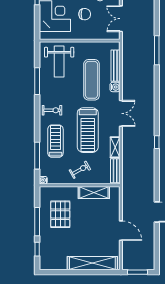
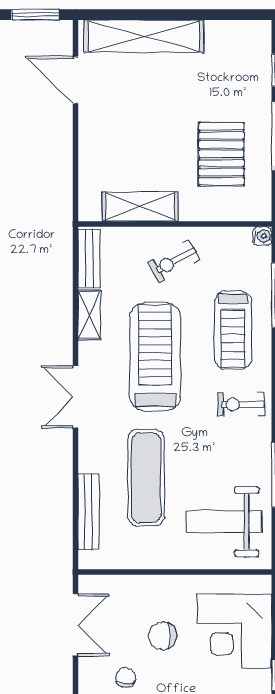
weight bench: (59, 62) -> (224, 522), turned -90
water cooler: (115, 87) -> (90, 460), removed
door: (121, 231) -> (75, 80), moved

